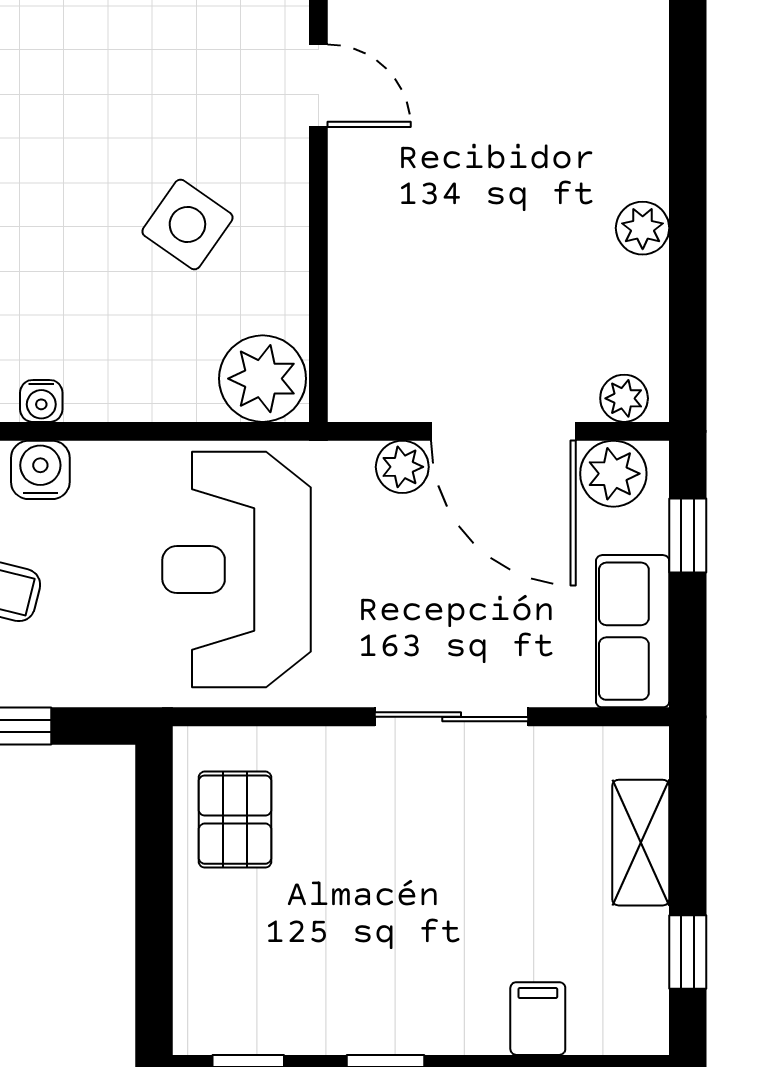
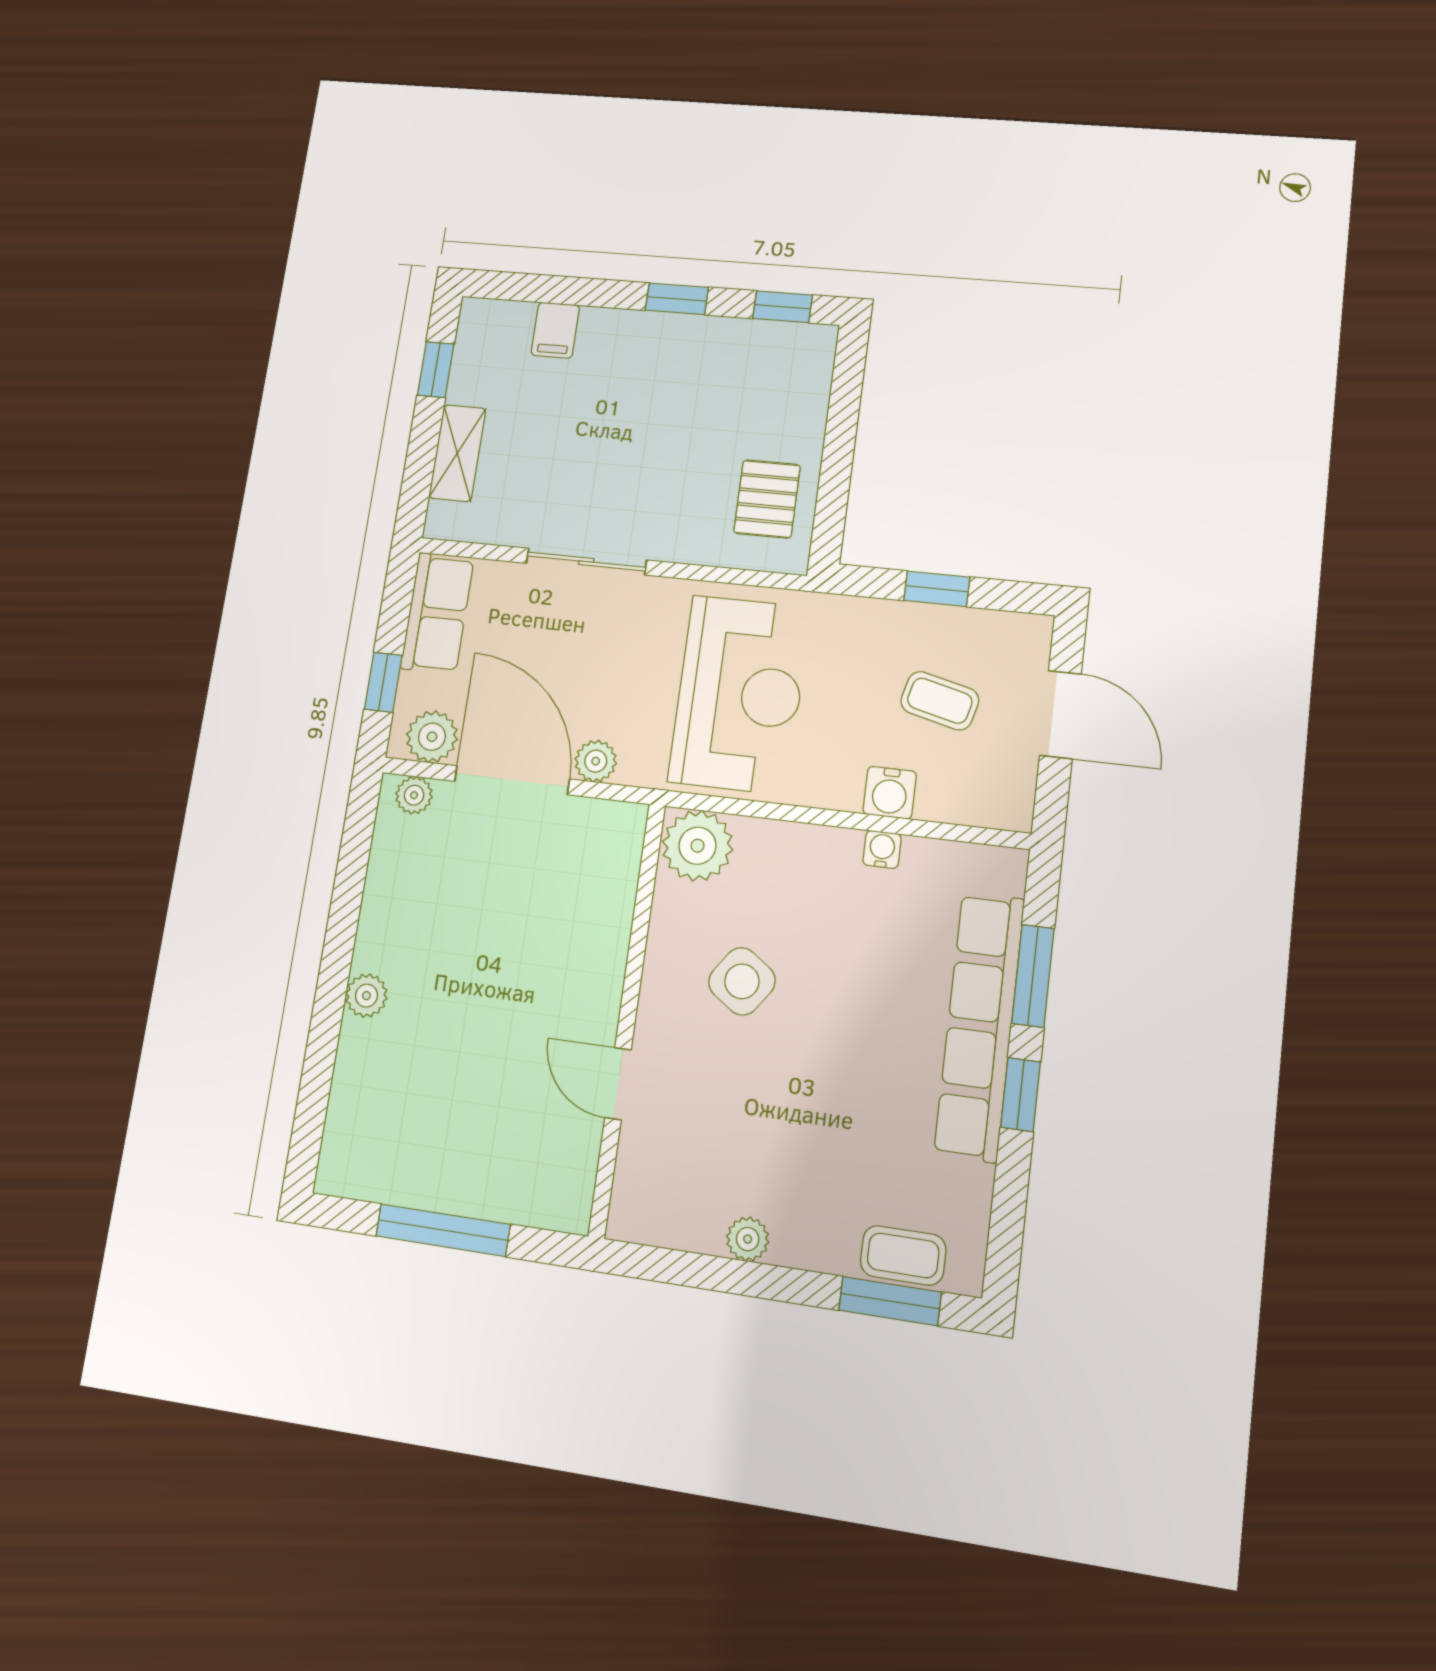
plant: (643, 228) -> (366, 996), moved

